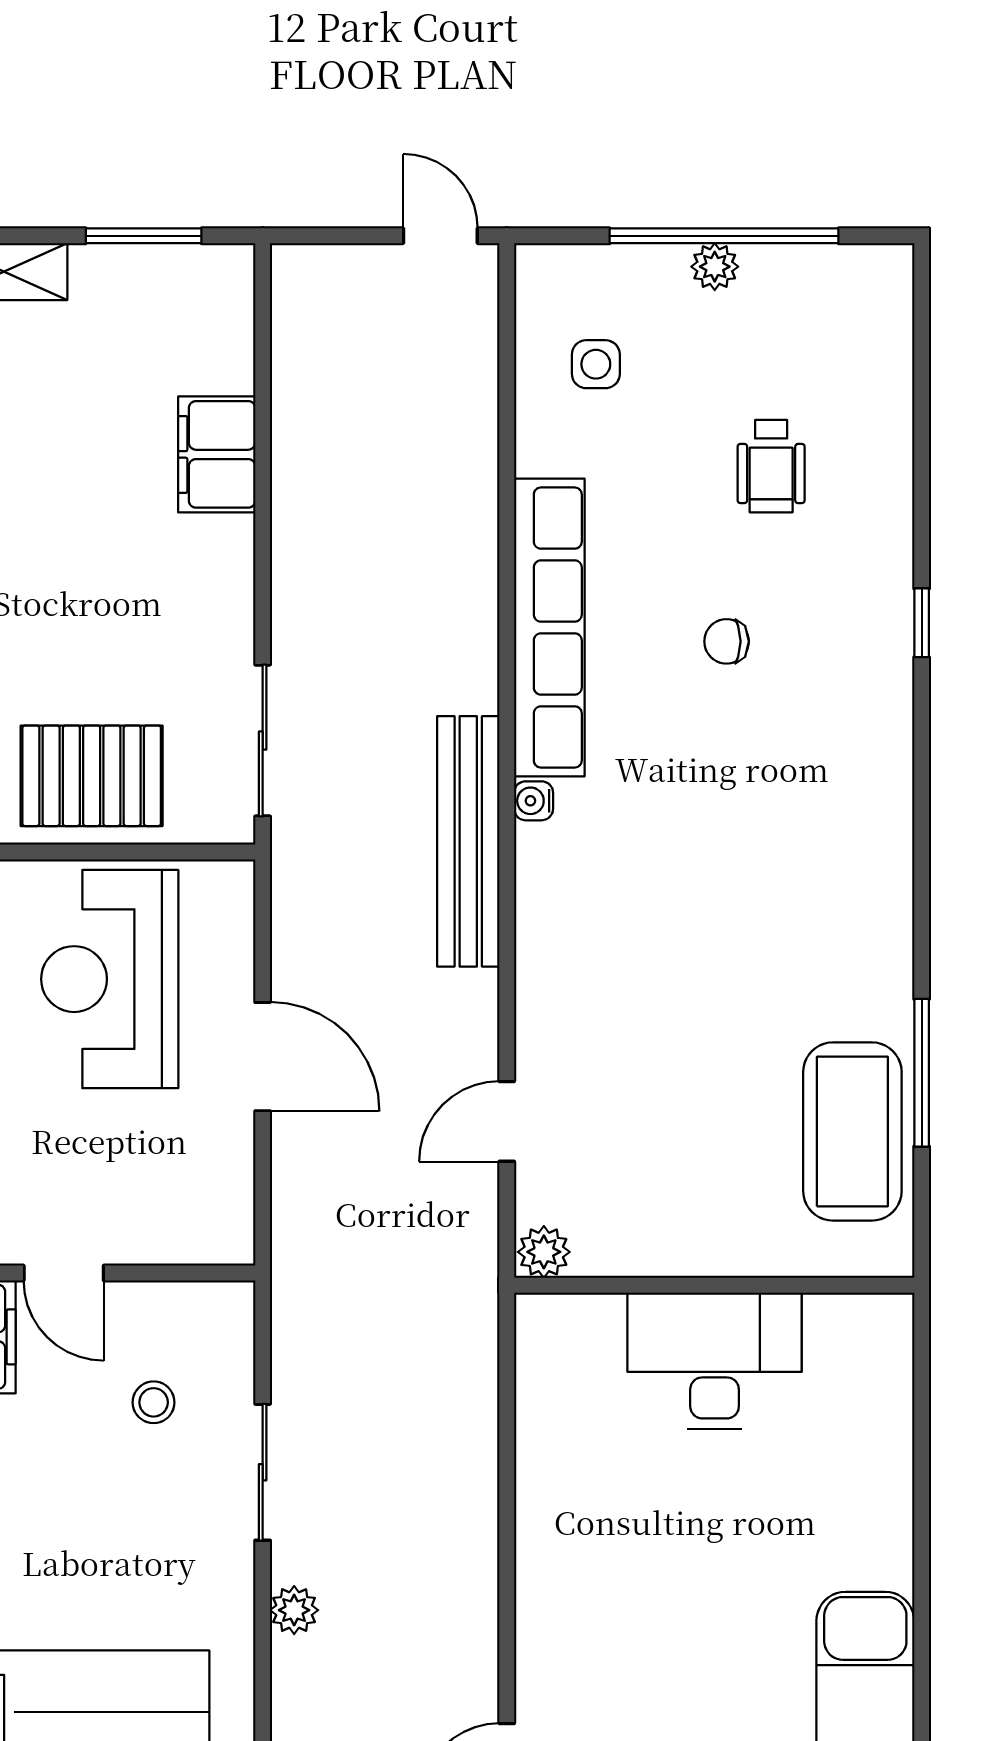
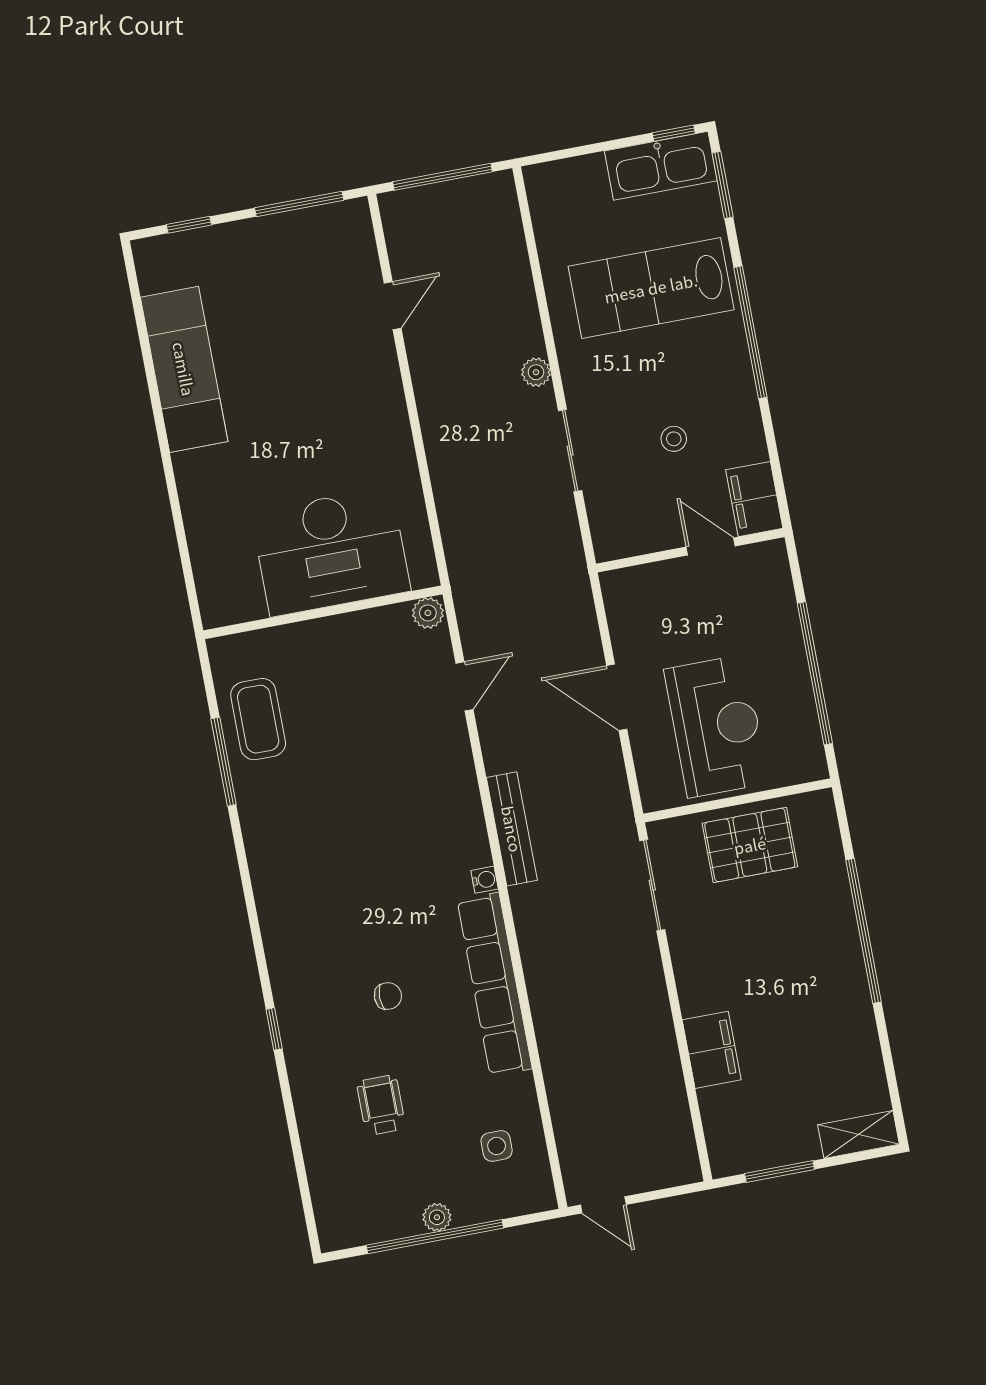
bench: (468, 841) -> (512, 829), width x0.73, depth x0.82
coffee table: (852, 1131) -> (258, 719), width x0.73, depth x0.76
desk: (715, 1361) -> (331, 552), width x1.36, depth x1.30
stool: (154, 1402) -> (674, 439), moved

